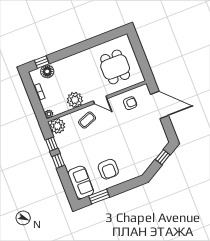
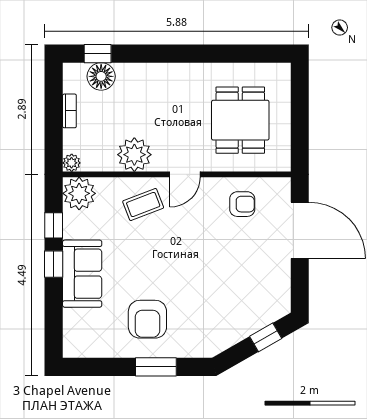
door: (100, 100) -> (185, 174), hinge flipped
sofa: (81, 182) -> (82, 274), moved
window: (99, 197) -> (156, 367), moved

